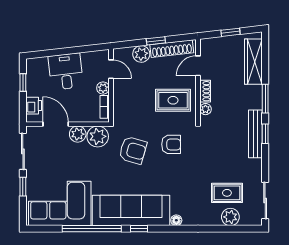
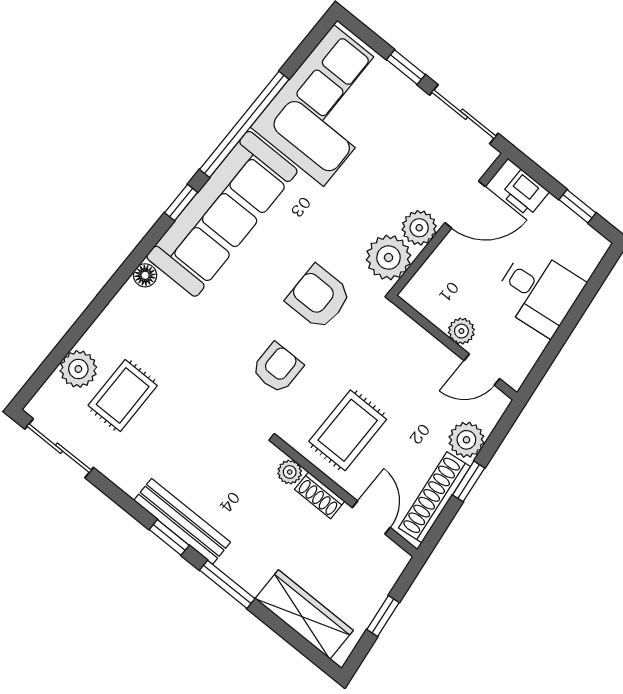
bookcase: (105, 107) -> (428, 309), removed
armchair: (171, 144) -> (277, 368), turned 180
armchair: (133, 150) -> (319, 297), turned 74

